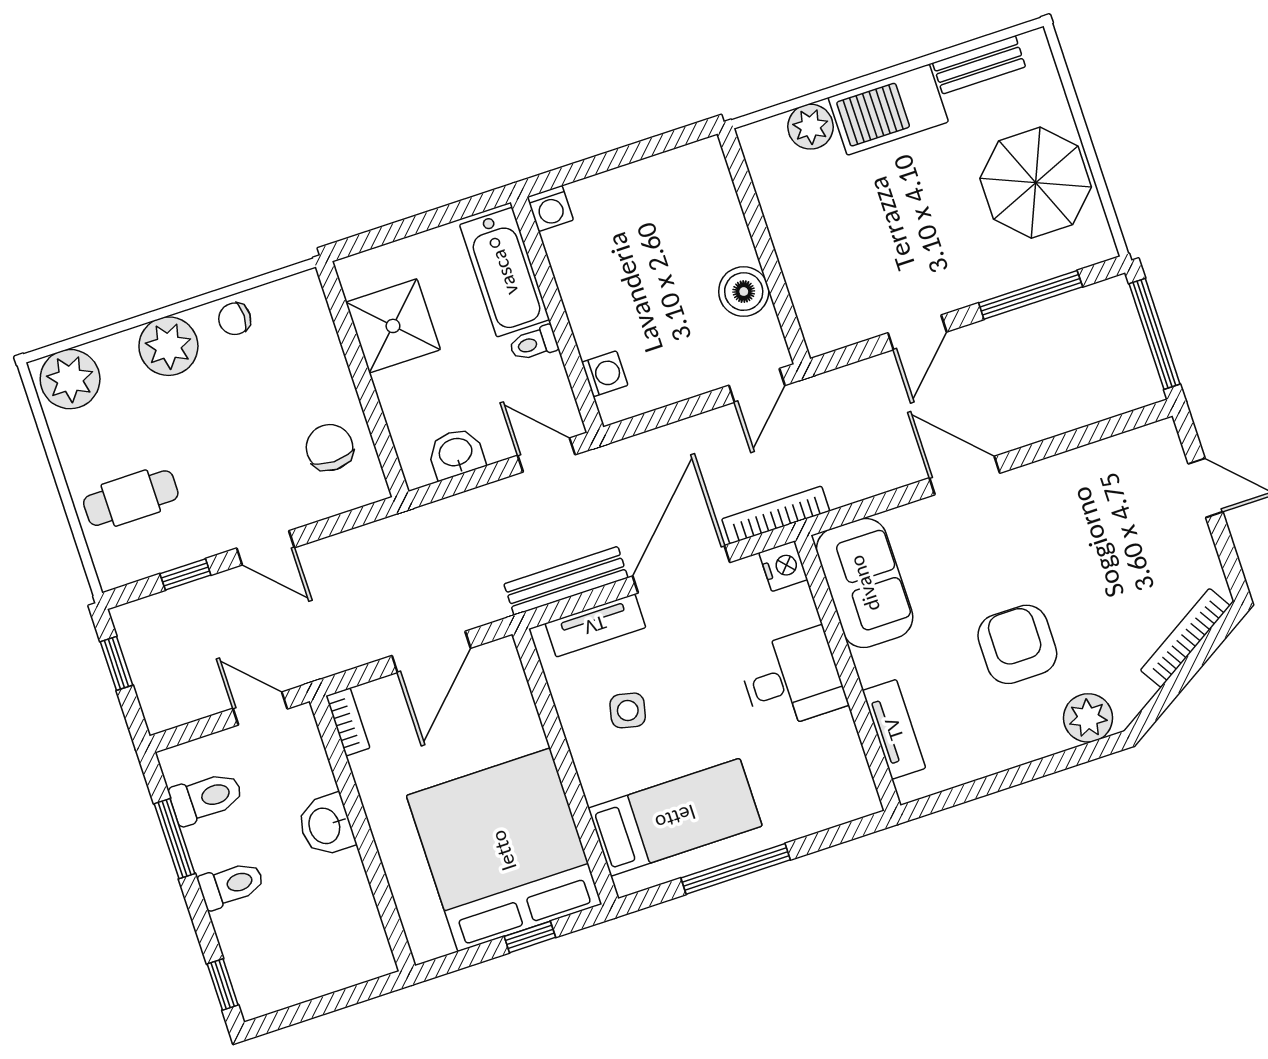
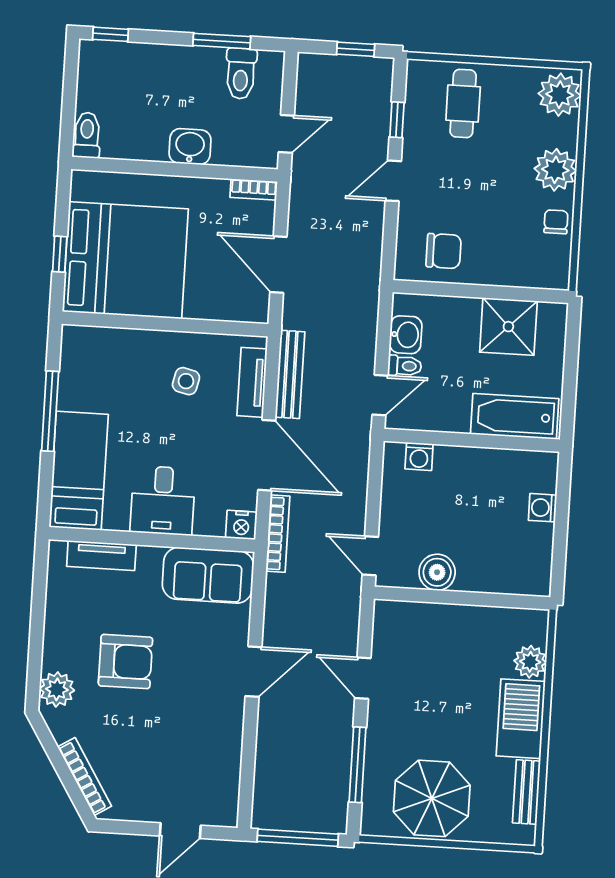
washing machine: (550, 208) -> (543, 508), moved
toilet: (534, 343) -> (405, 366), moved, turned 90
bed: (675, 817) -> (79, 471), moved, turned 180
toilet: (231, 885) -> (87, 135), moved, turned 180

